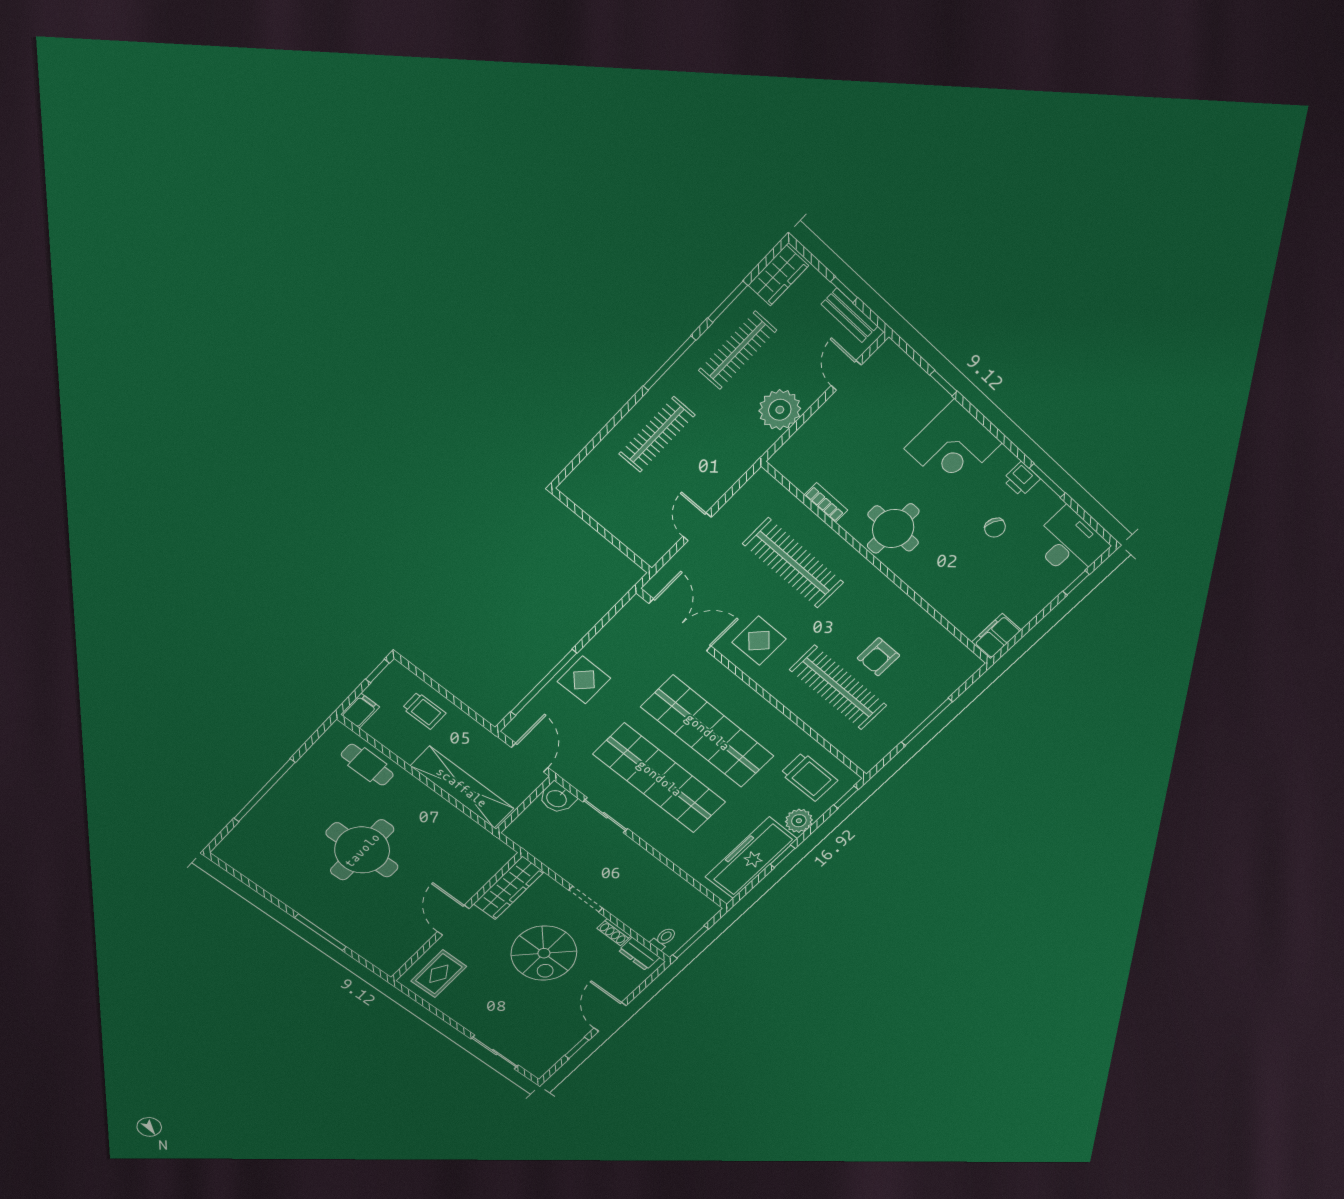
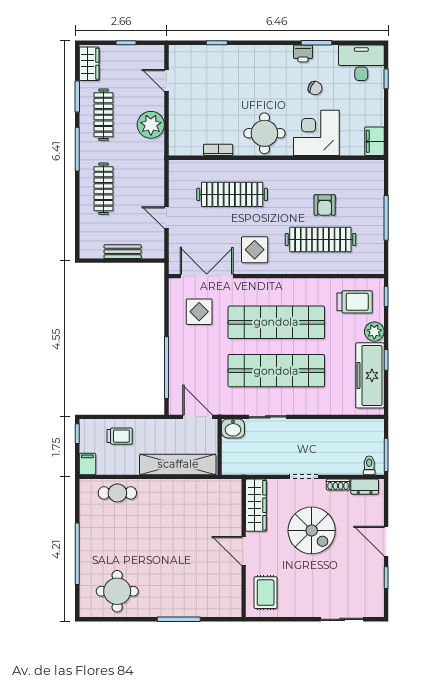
bench: (850, 315) -> (123, 252), moved
corner desk: (953, 446) -> (316, 133), moved, turned 180
display table: (584, 680) -> (199, 312), moved
round table: (362, 850) -> (117, 591), moved, width x0.73, depth x0.73

